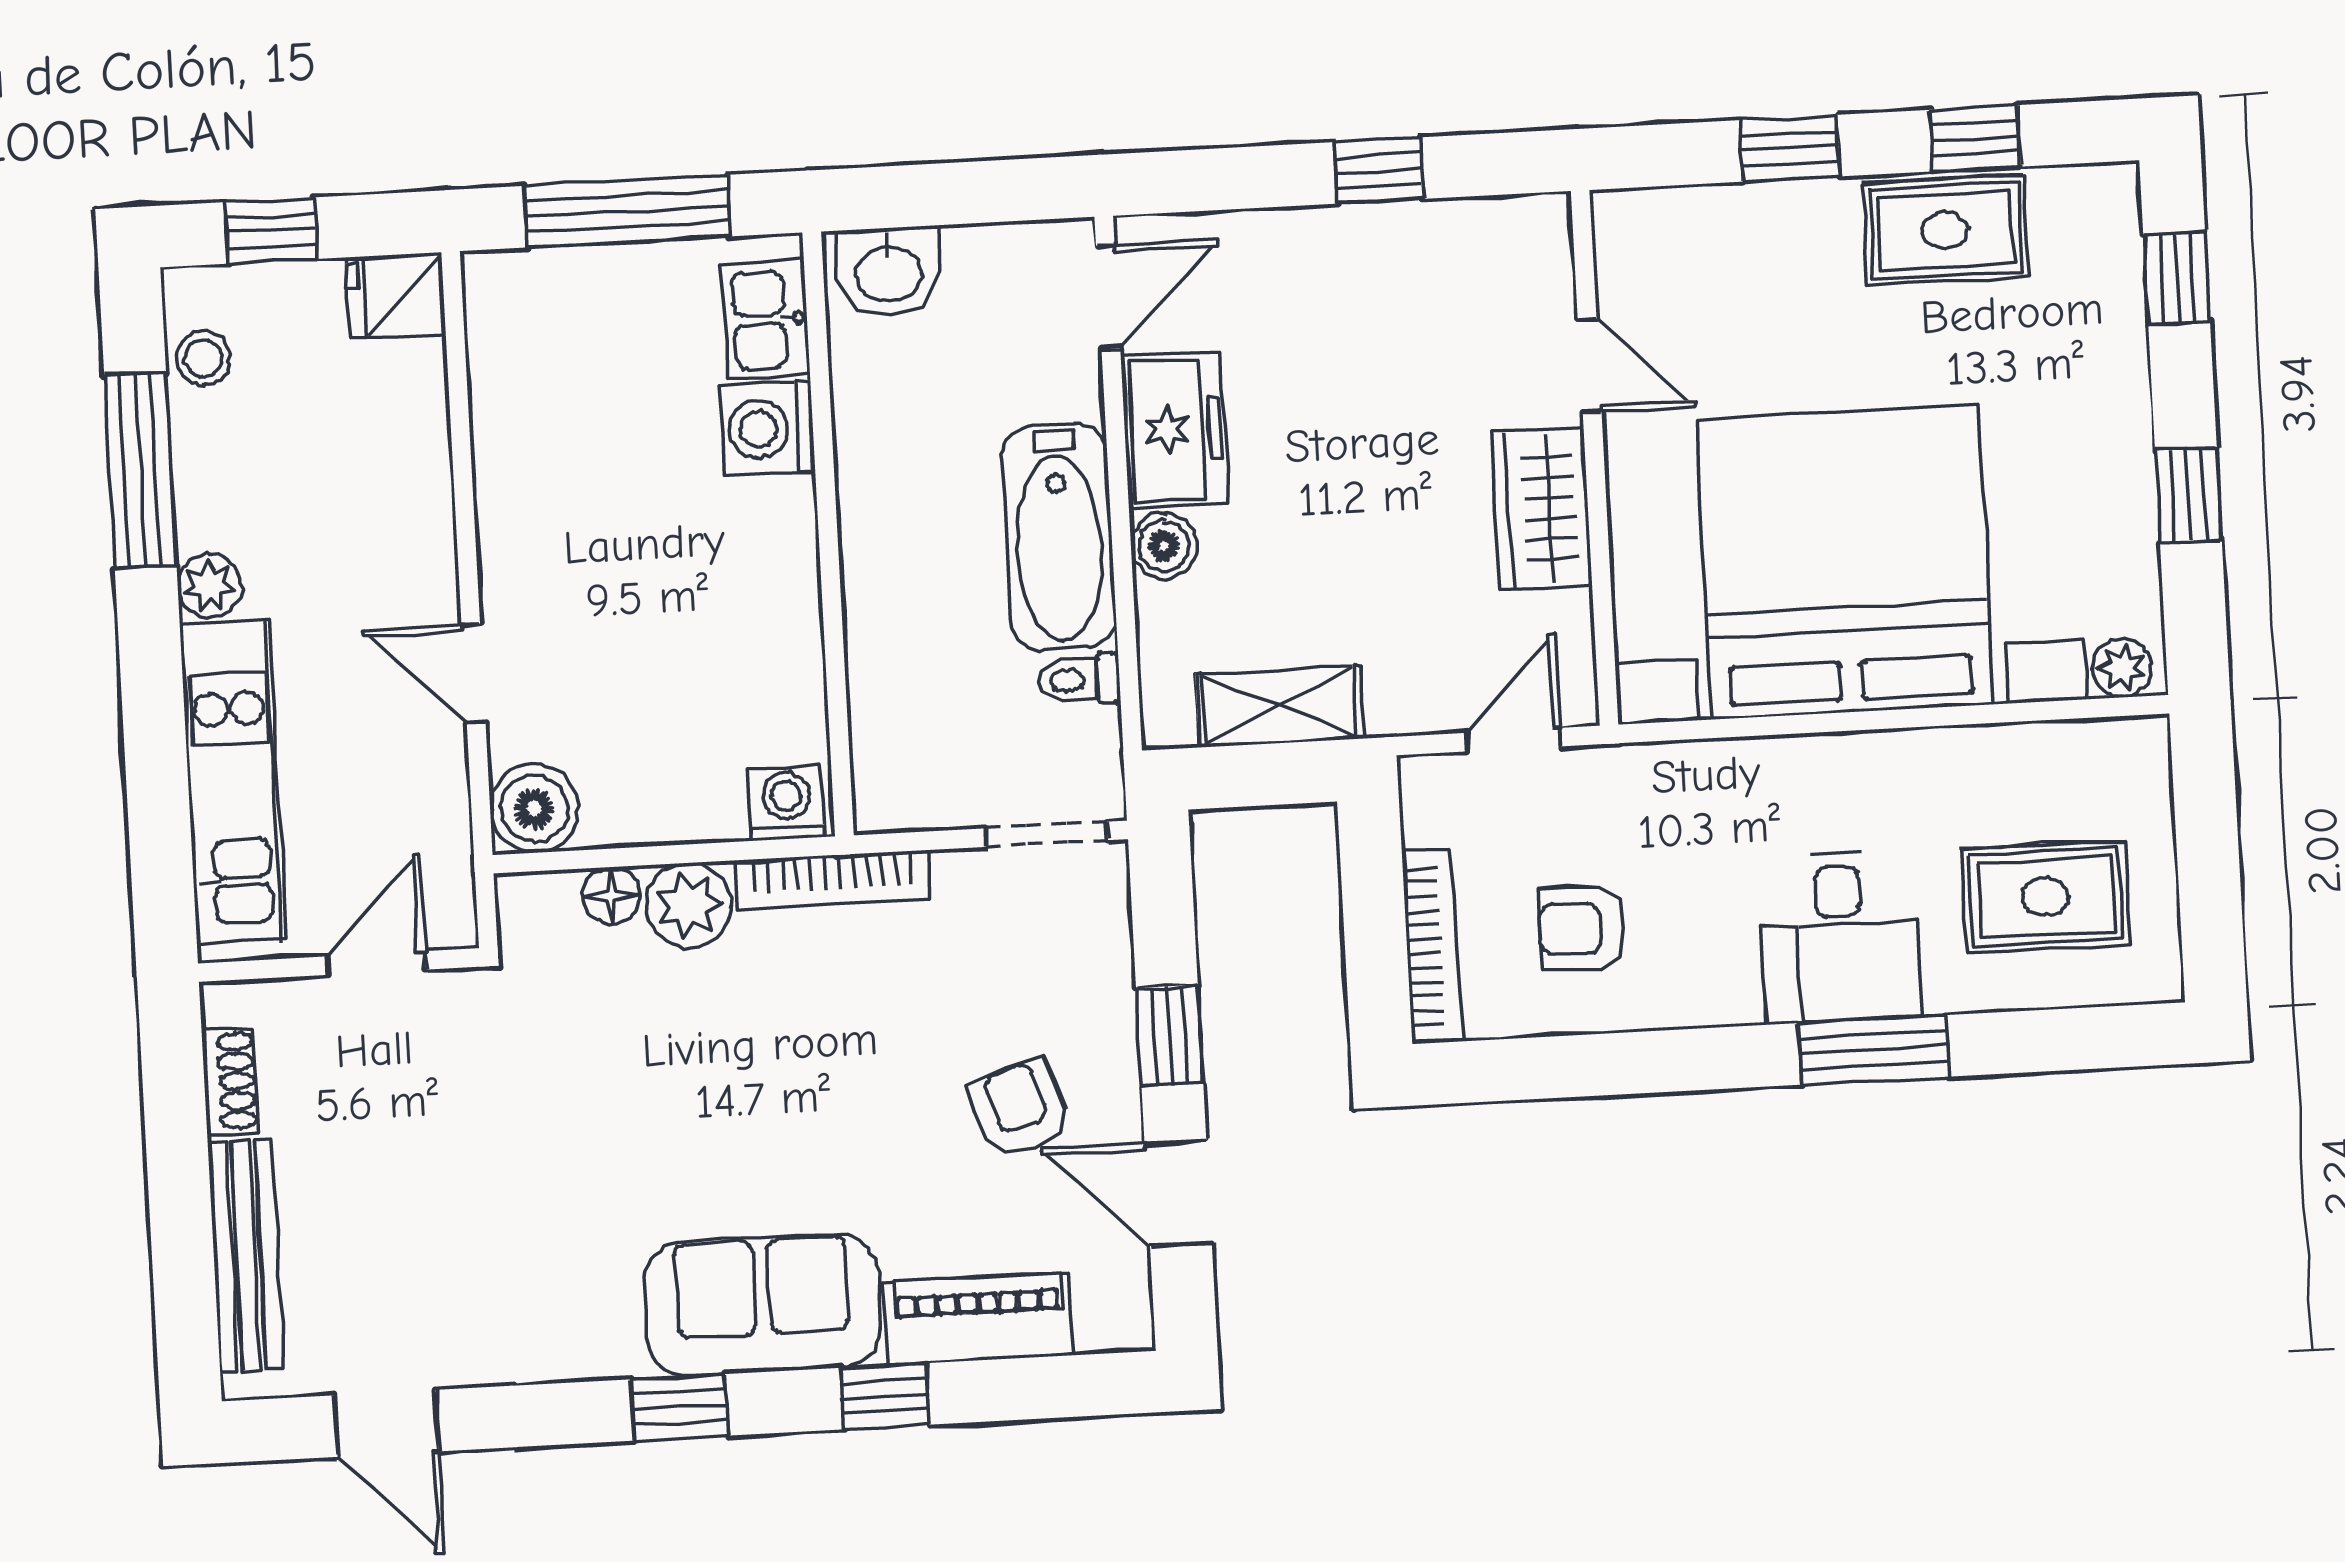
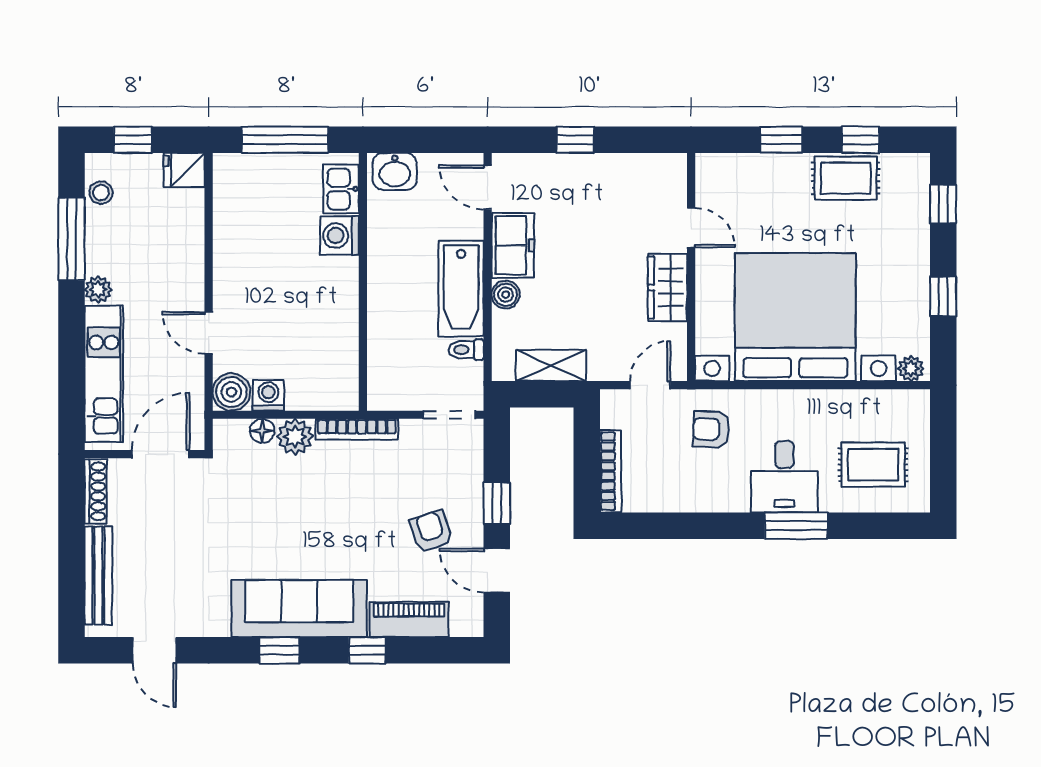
window: (1379, 171) -> (575, 140), moved
door: (1108, 297) -> (488, 187), swing flipped
washing machine: (787, 803) -> (268, 395), moved
armchair: (1582, 929) -> (711, 429), moved
door: (377, 963) -> (161, 454), width x1.38
shoe rack: (230, 1081) -> (96, 491), width x1.43
sofa: (762, 1305) -> (299, 609), width x1.36

